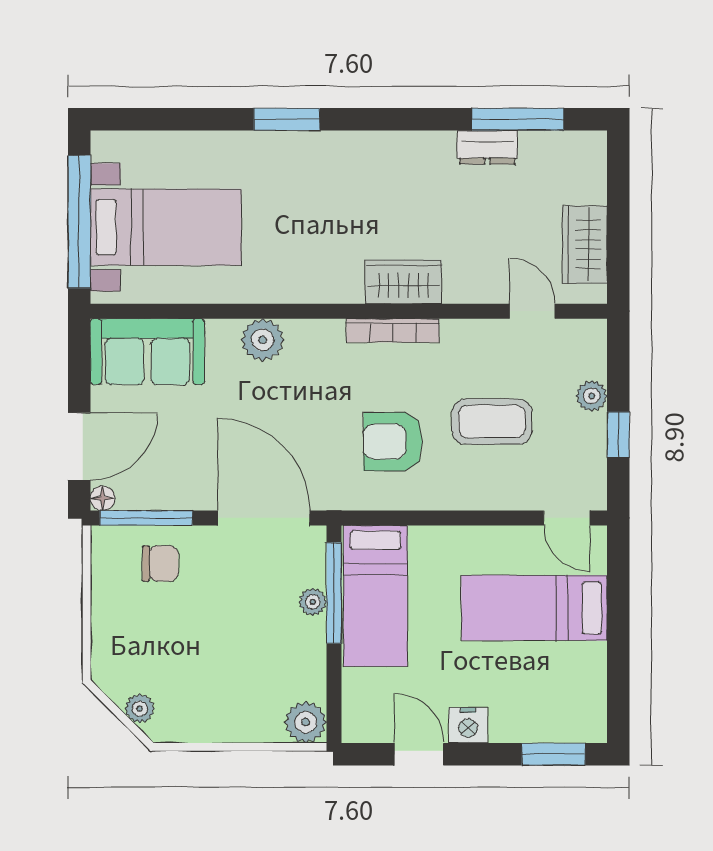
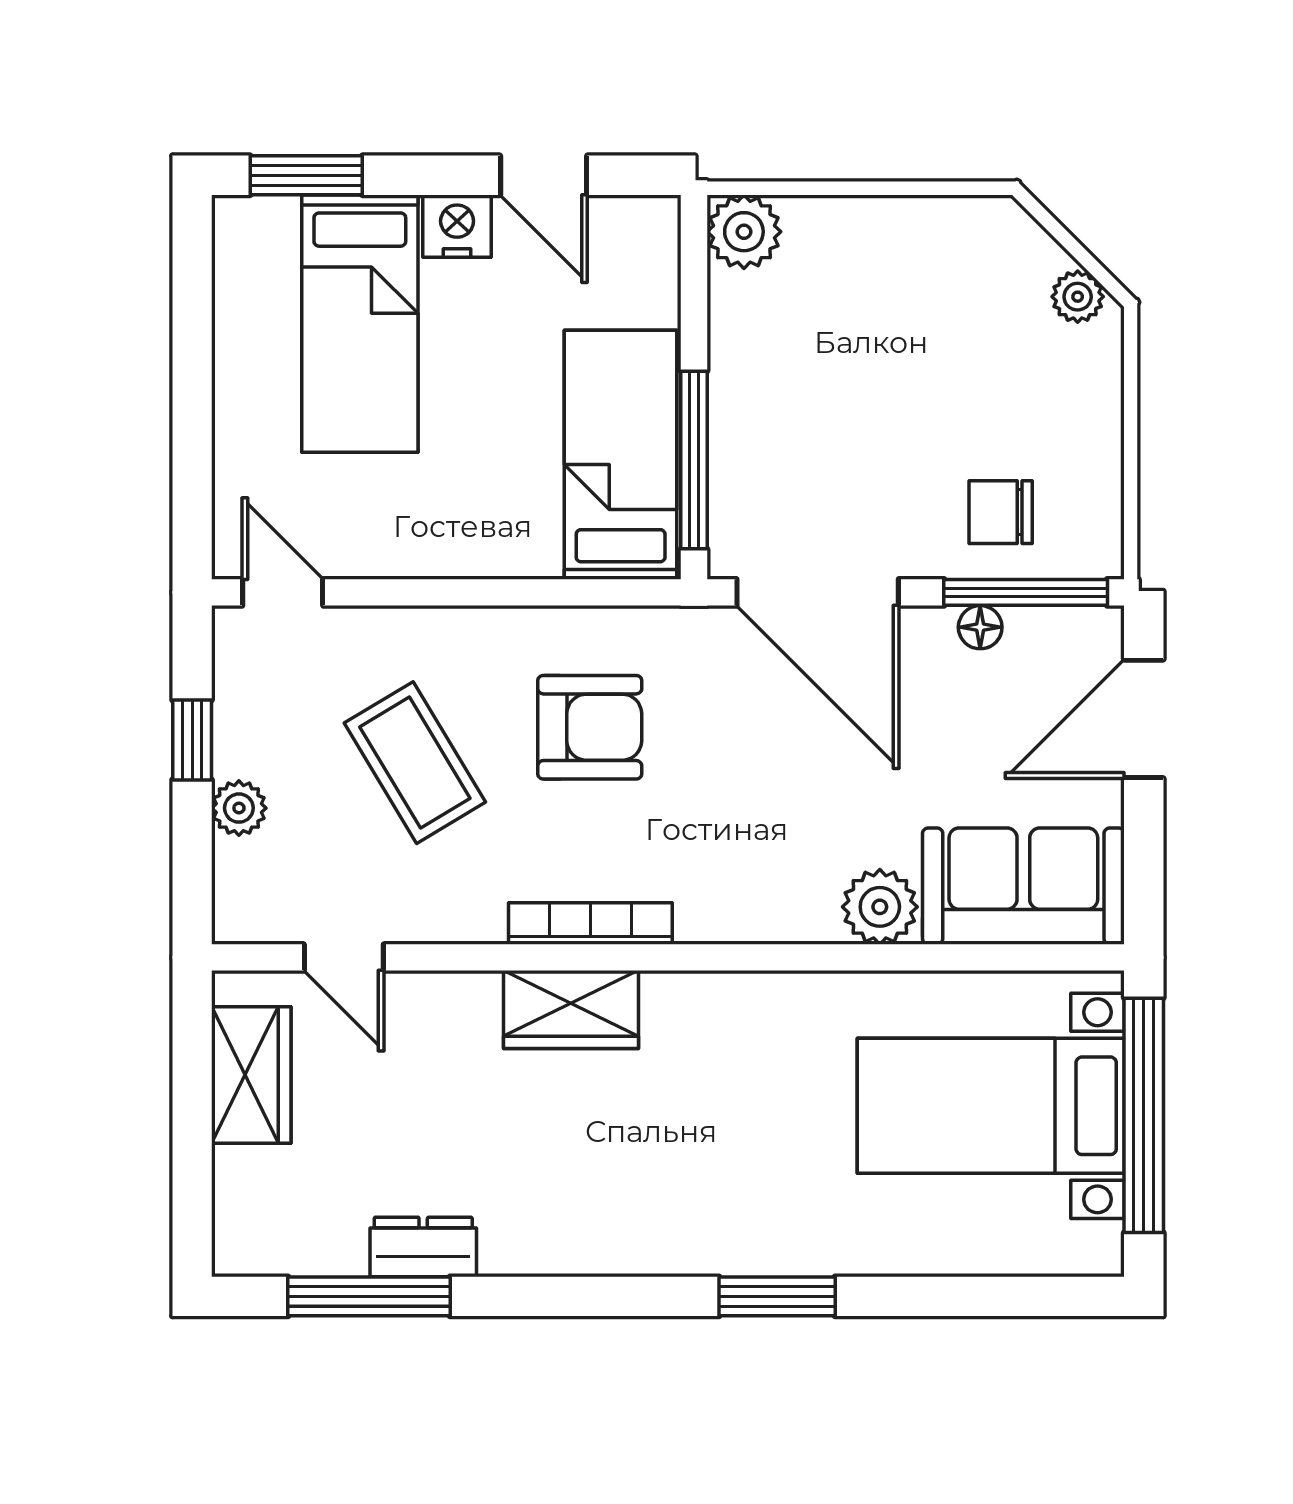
plant: (263, 340) -> (880, 907), moved
coffee table: (492, 422) -> (415, 763), turned 59
floor lamp: (103, 498) -> (980, 627), moved
plant: (313, 602) -> (731, 444), removed
bed: (534, 608) -> (360, 324), moved, turned 90
plant: (140, 709) -> (1078, 297), moved

